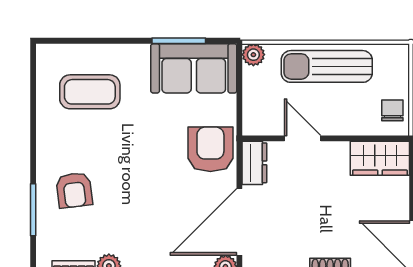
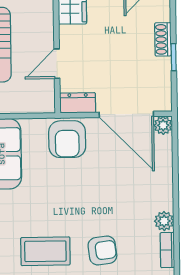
coffee table: (90, 92) -> (45, 251), moved, turned 90
armchair: (210, 149) -> (67, 139), turned -90

